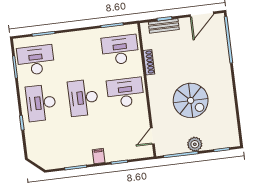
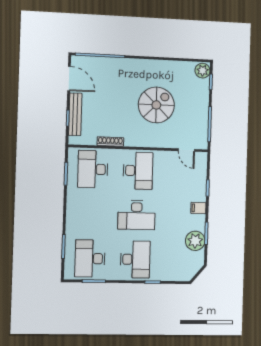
bench: (164, 26) -> (75, 114), width x1.36
desk: (125, 93) -> (138, 171), turned 180
desk: (41, 103) -> (135, 259), turned -90
plant: (195, 144) -> (203, 71), moved
plant: (67, 158) -> (195, 241), added

